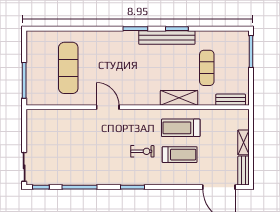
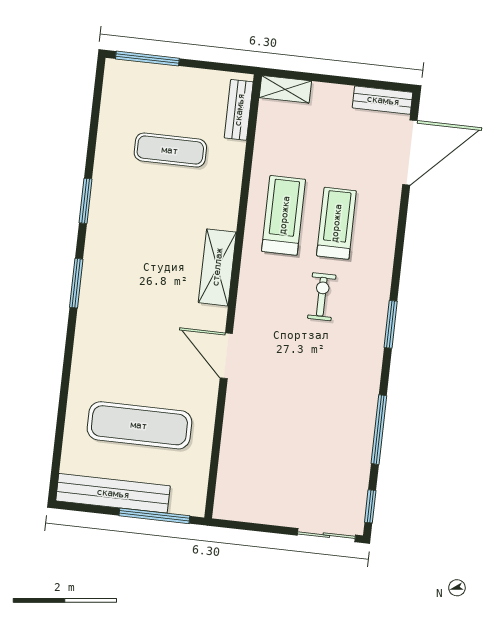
bench: (167, 38) -> (113, 493), moved, turned 90
shelving: (179, 98) -> (217, 267), moved
door: (108, 107) -> (226, 356), hinge flipped
treadmill: (181, 128) -> (284, 215), turned 180
shelving: (243, 142) -> (285, 89), moved

